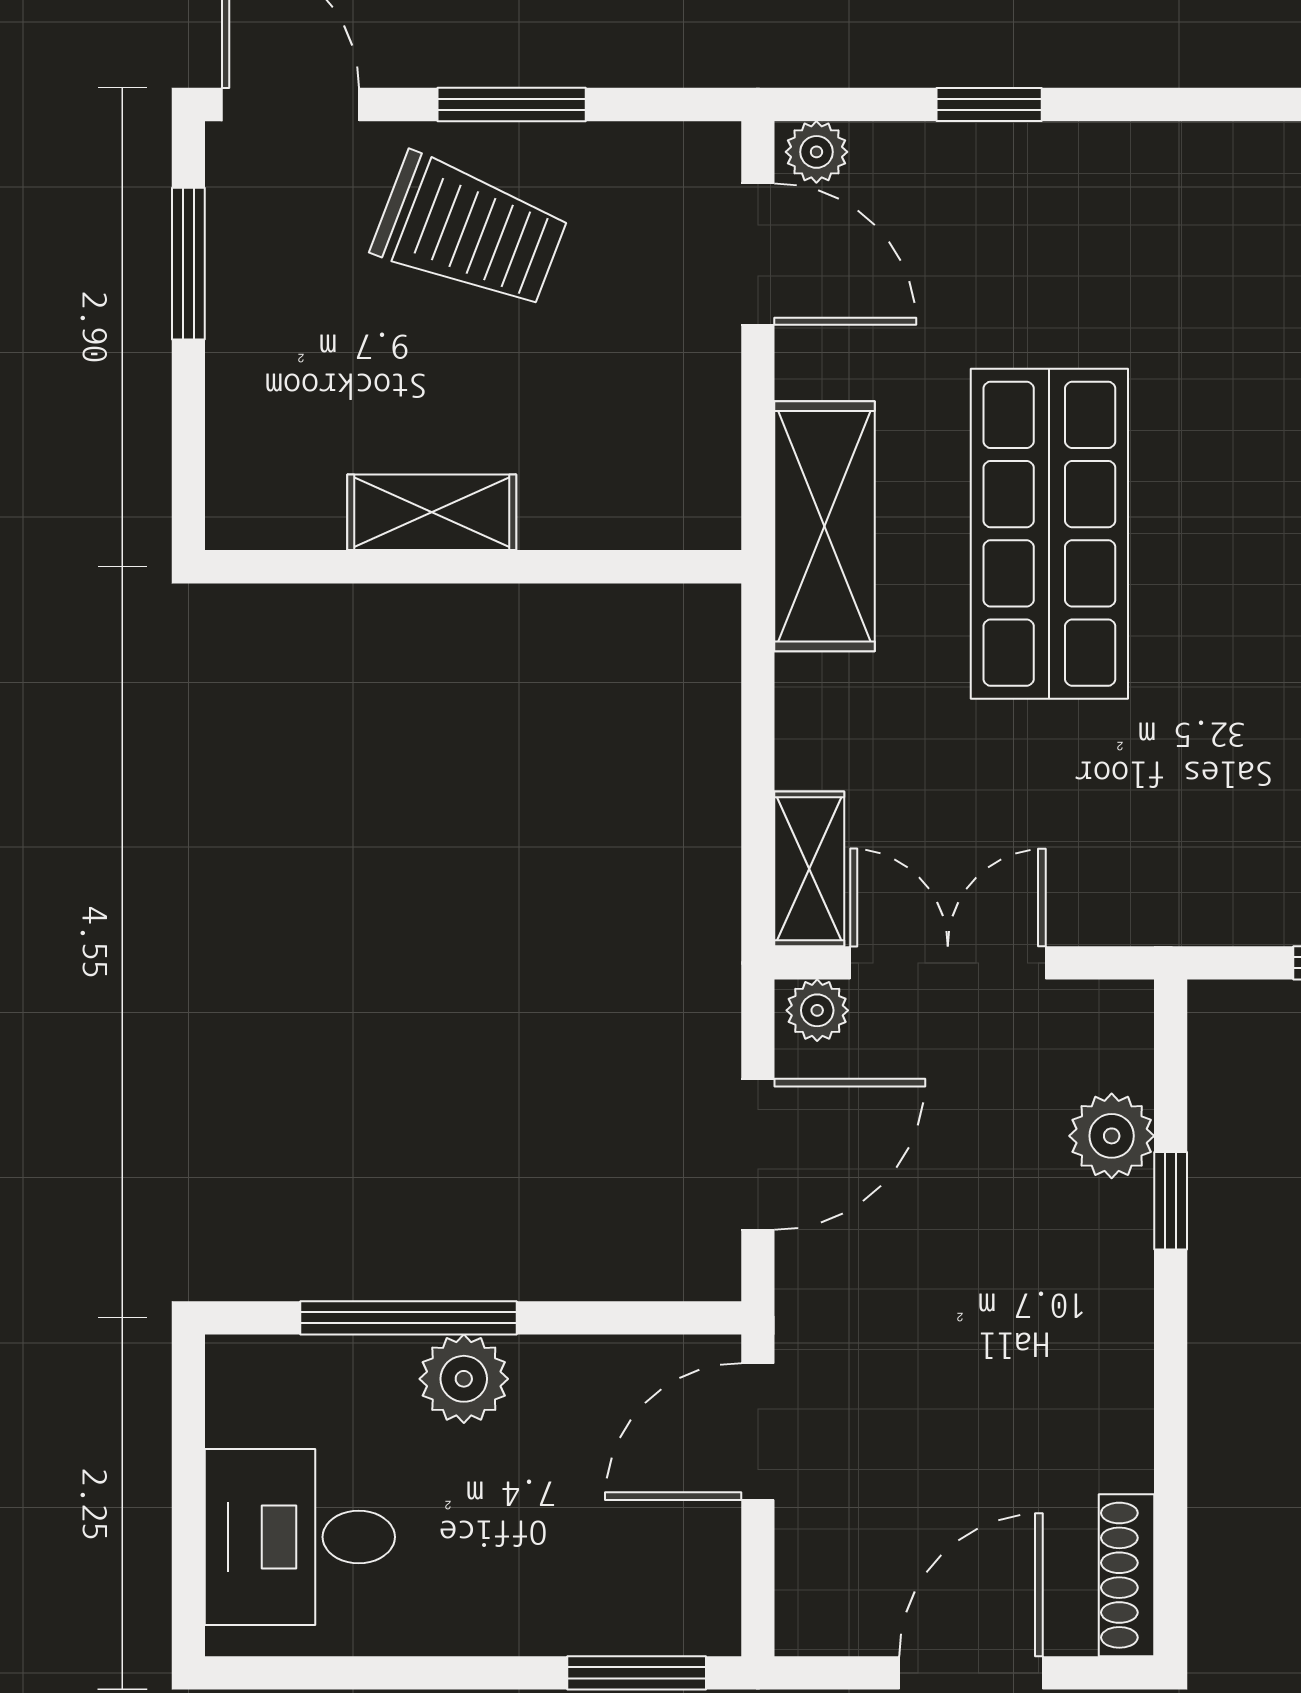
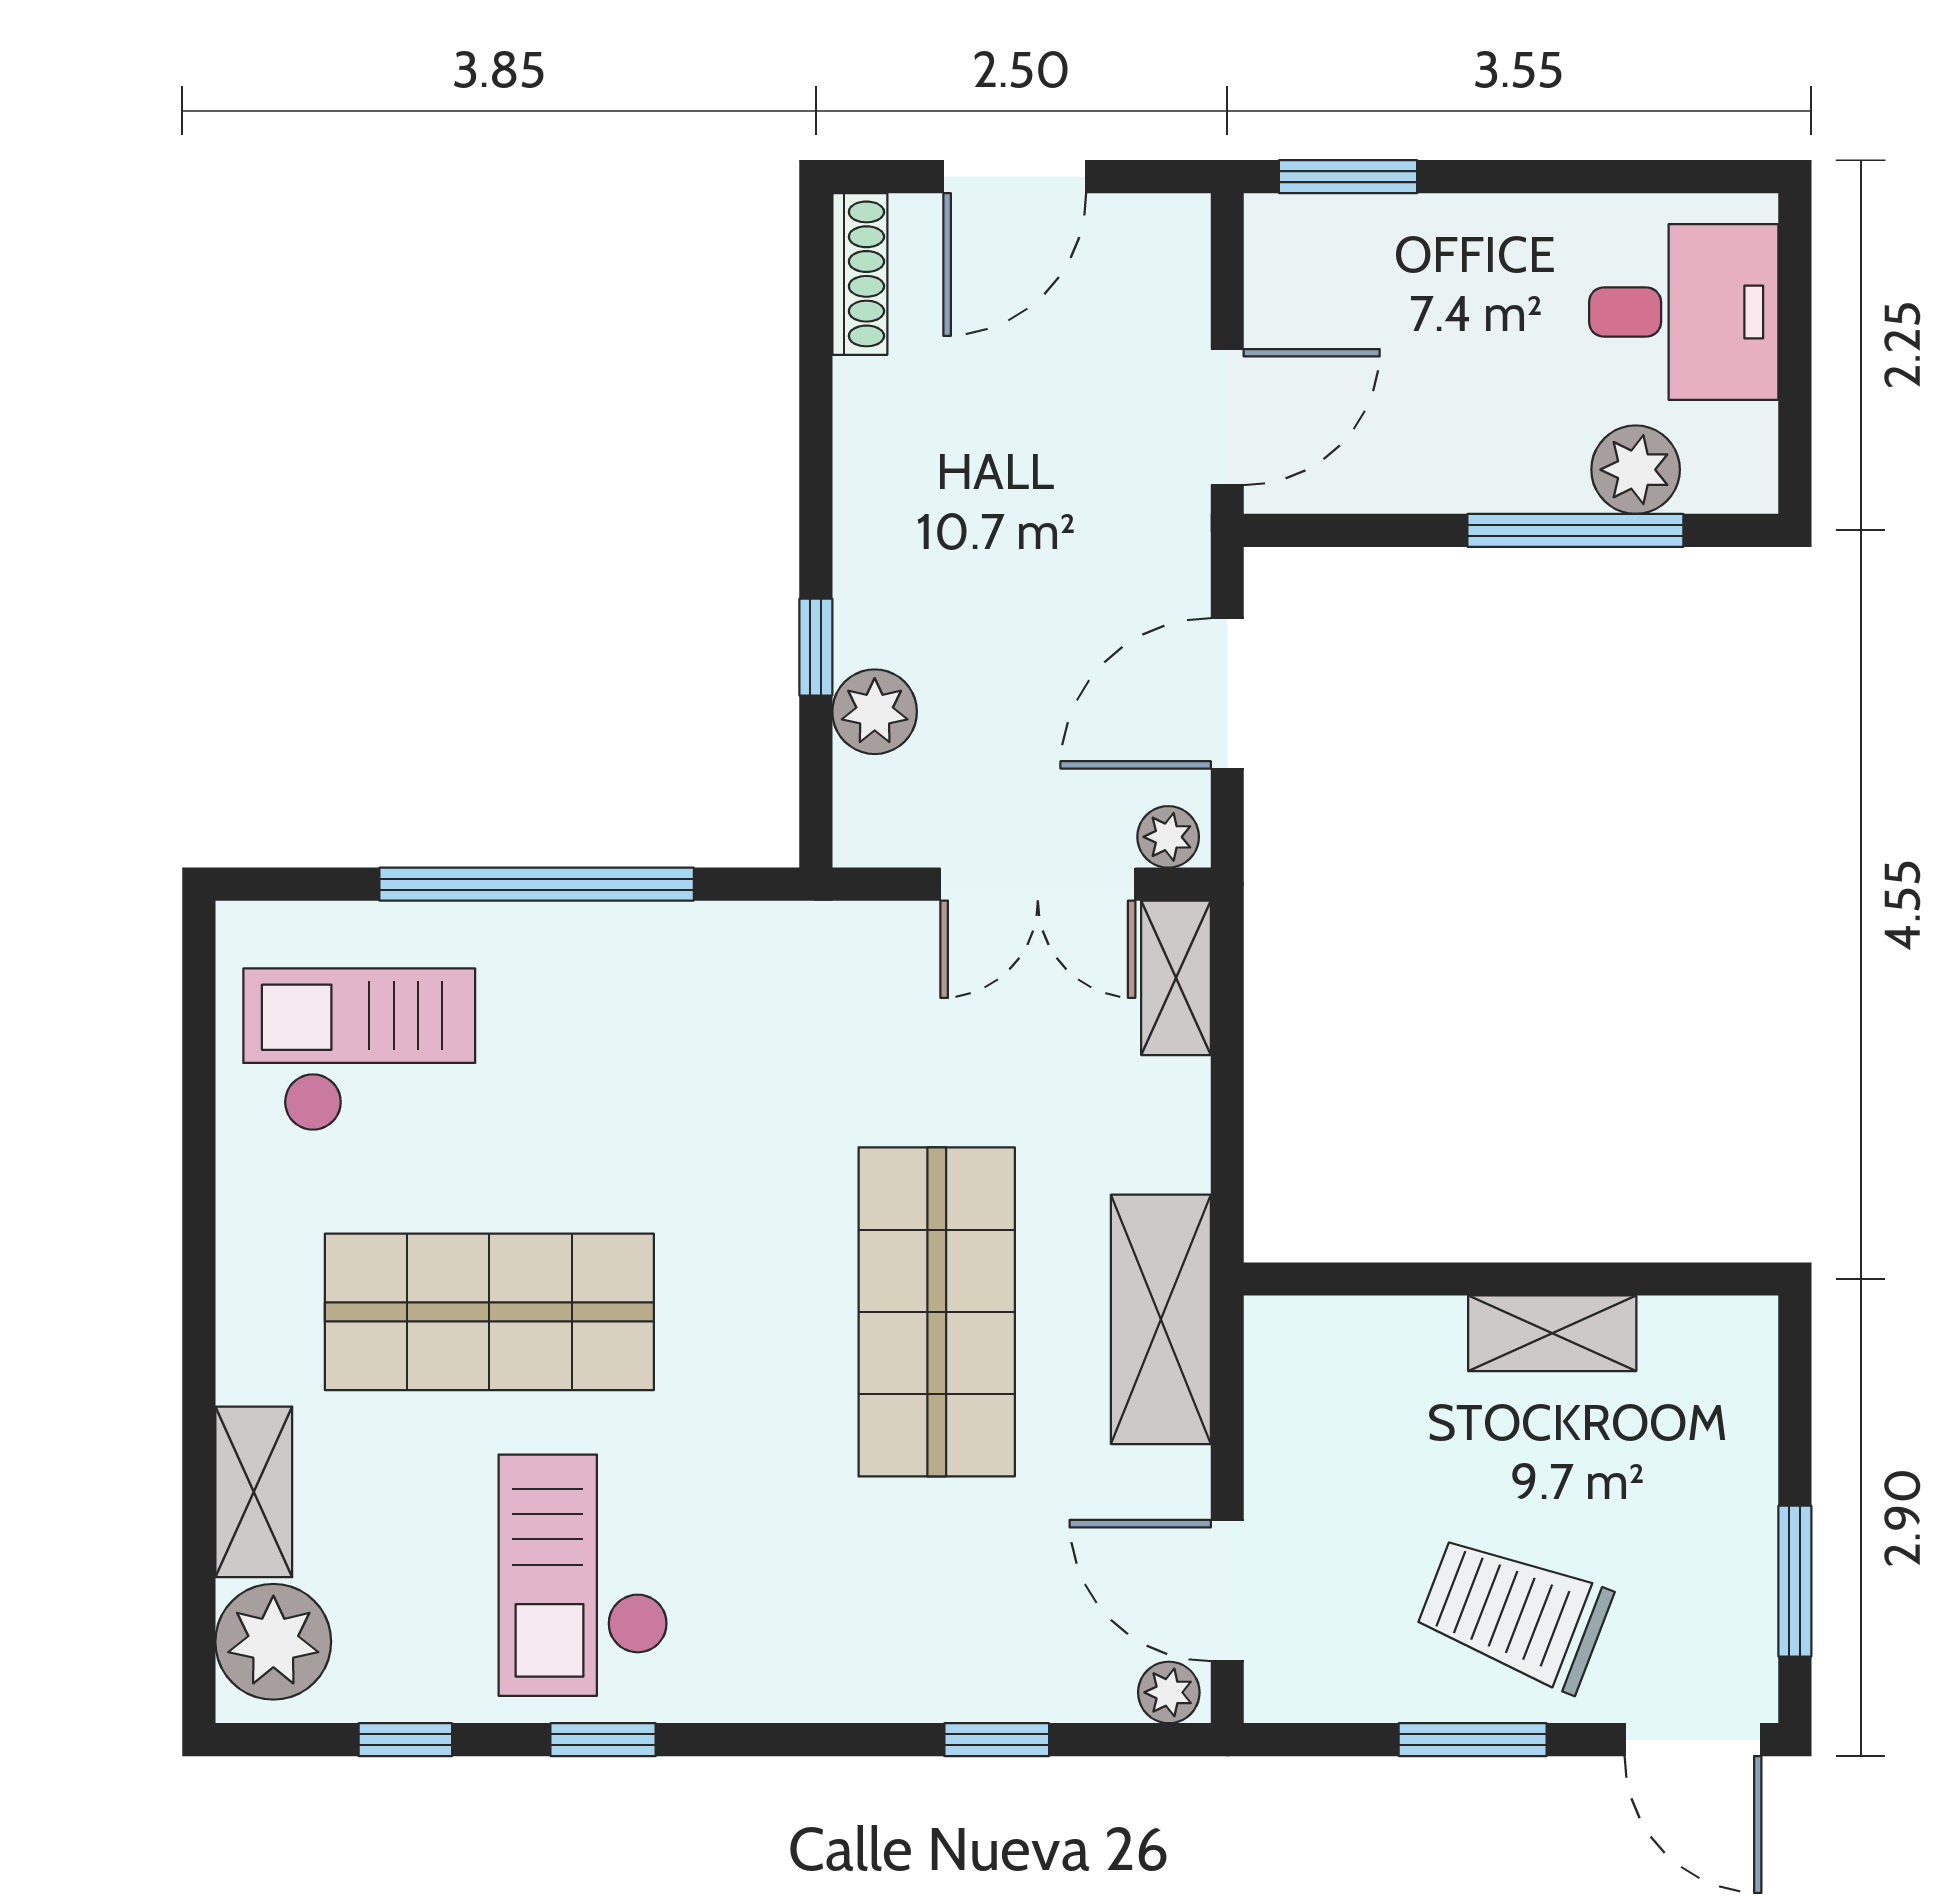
plant: (464, 1379) -> (1636, 470), moved

